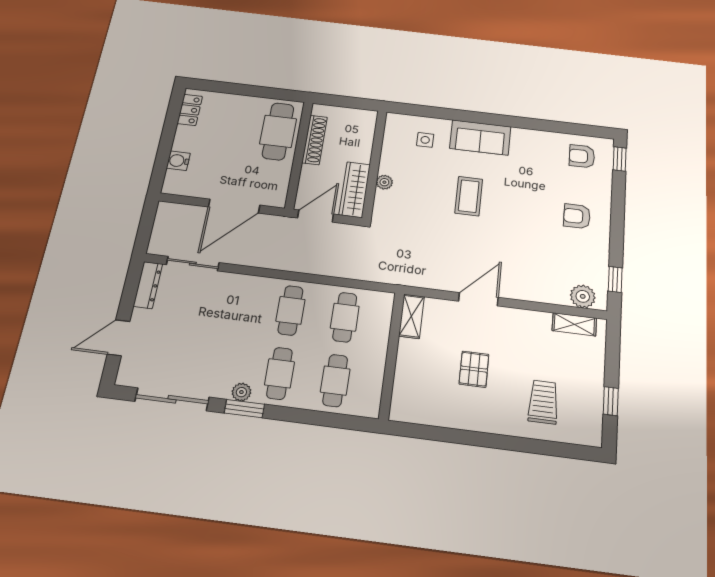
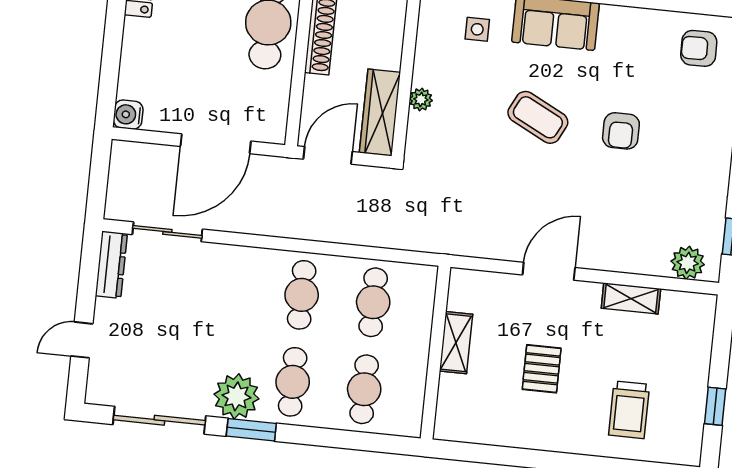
water cooler: (178, 161) -> (128, 115), moved
coffee table: (469, 196) -> (538, 117), turned -63
armchair: (577, 216) -> (621, 131), moved, turned -90
shelving: (411, 316) -> (456, 343), moved
shelving: (574, 324) -> (631, 298), moved
door: (119, 338) -> (82, 340), width x0.73
plant: (241, 392) -> (236, 396), width x1.88, depth x1.88
trolley: (543, 402) -> (629, 410), turned 180

